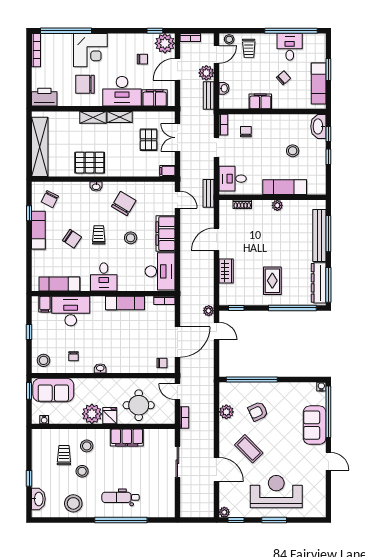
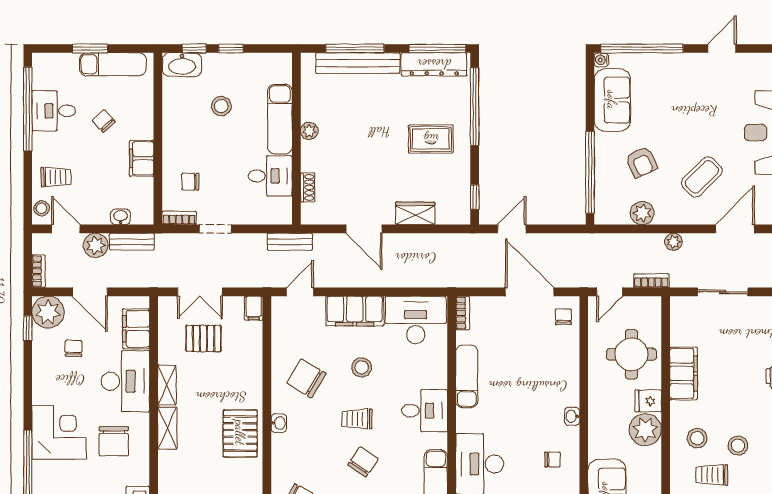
desk: (233, 179) -> (270, 176), moved, turned -90
plant: (209, 311) -> (673, 242), moved
sofa: (315, 425) -> (612, 100), moved, turned -90

